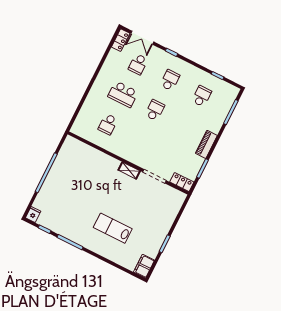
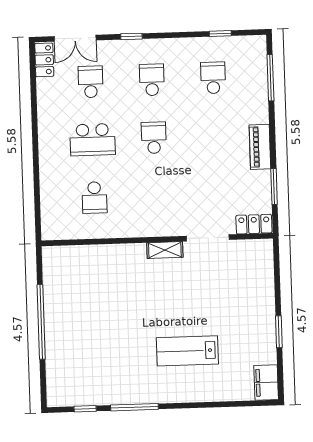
school desk: (138, 64) -> (91, 82), turned 180
fridge: (33, 215) -> (56, 396), removed

